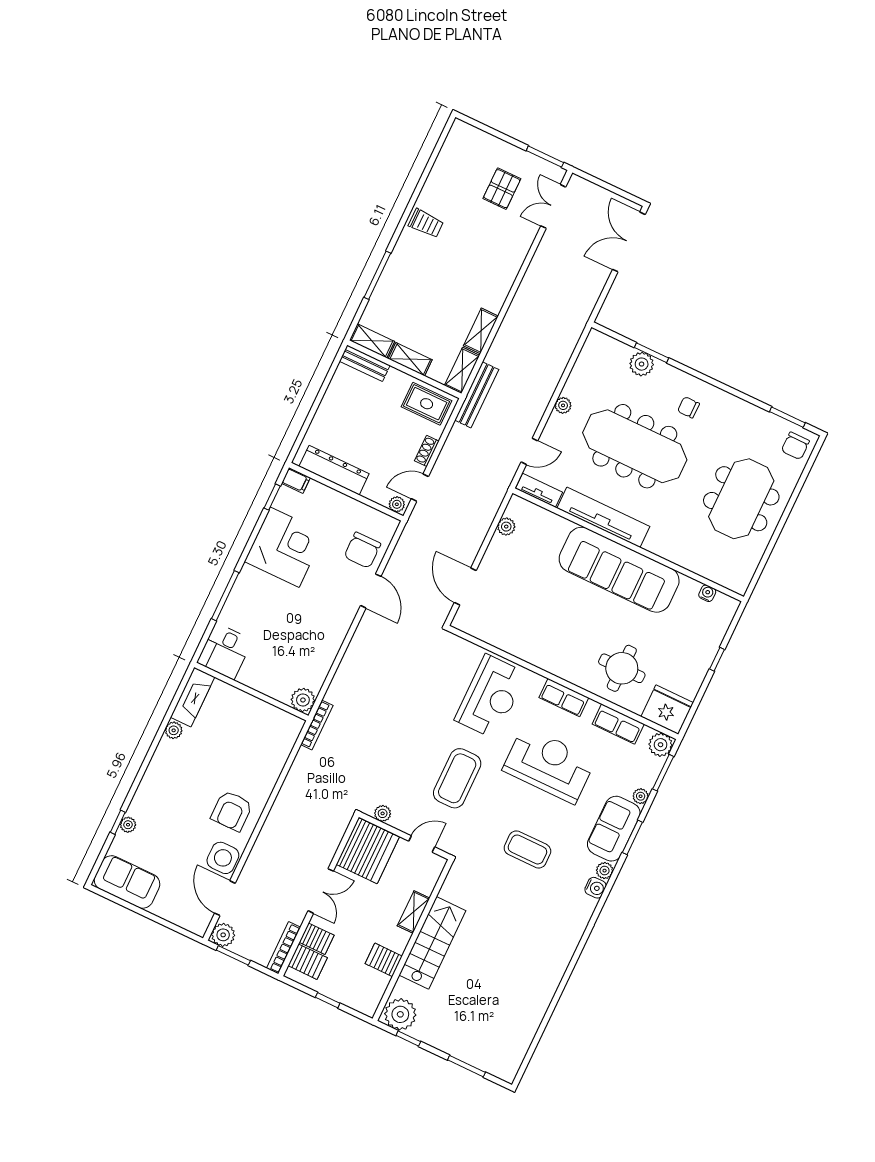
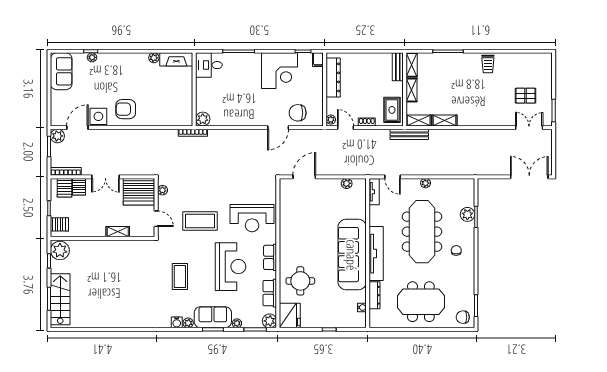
tv unit: (603, 517) -> (376, 254), moved
dresser: (698, 565) -> (375, 295), added
stairs: (432, 943) -> (60, 299), moved, turned -90
server rack: (384, 960) -> (59, 224), moved, turned 90

